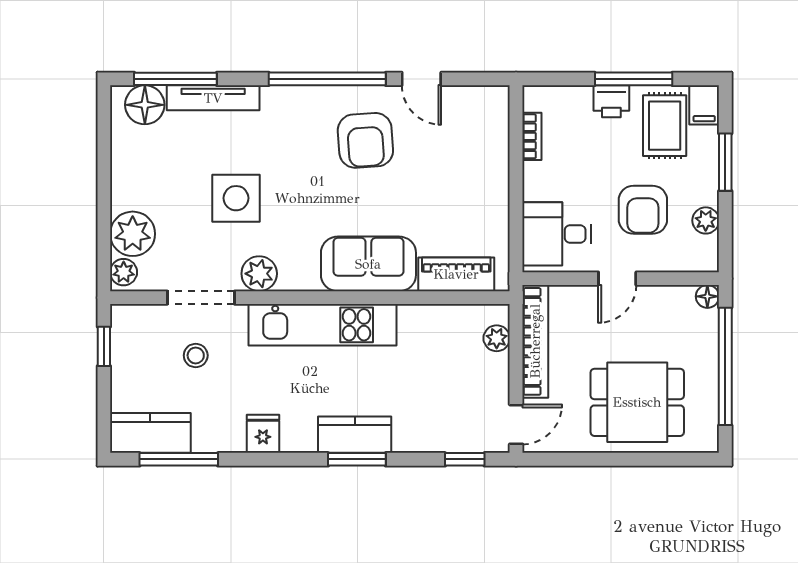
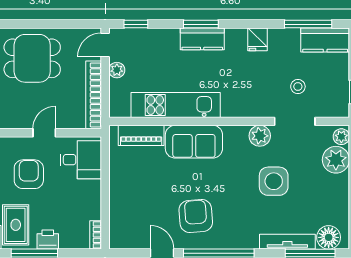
bookcase: (532, 136) -> (96, 235), moved
kitchen unit: (323, 325) -> (176, 105), moved
plant: (497, 338) -> (117, 70), moved

